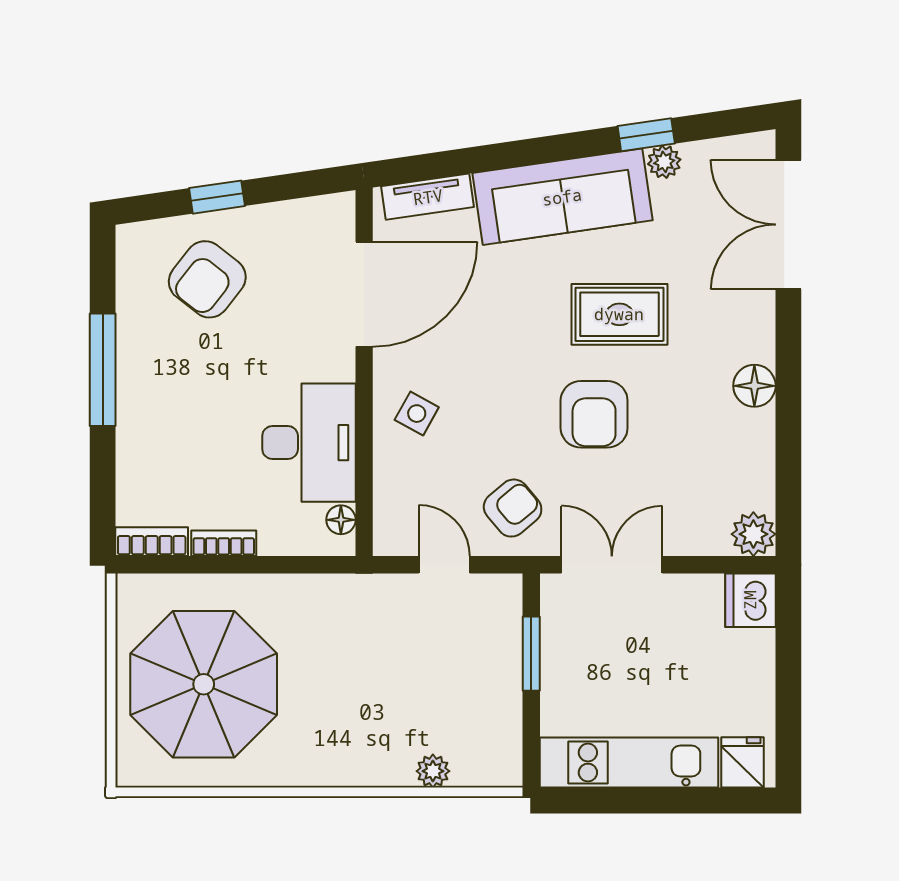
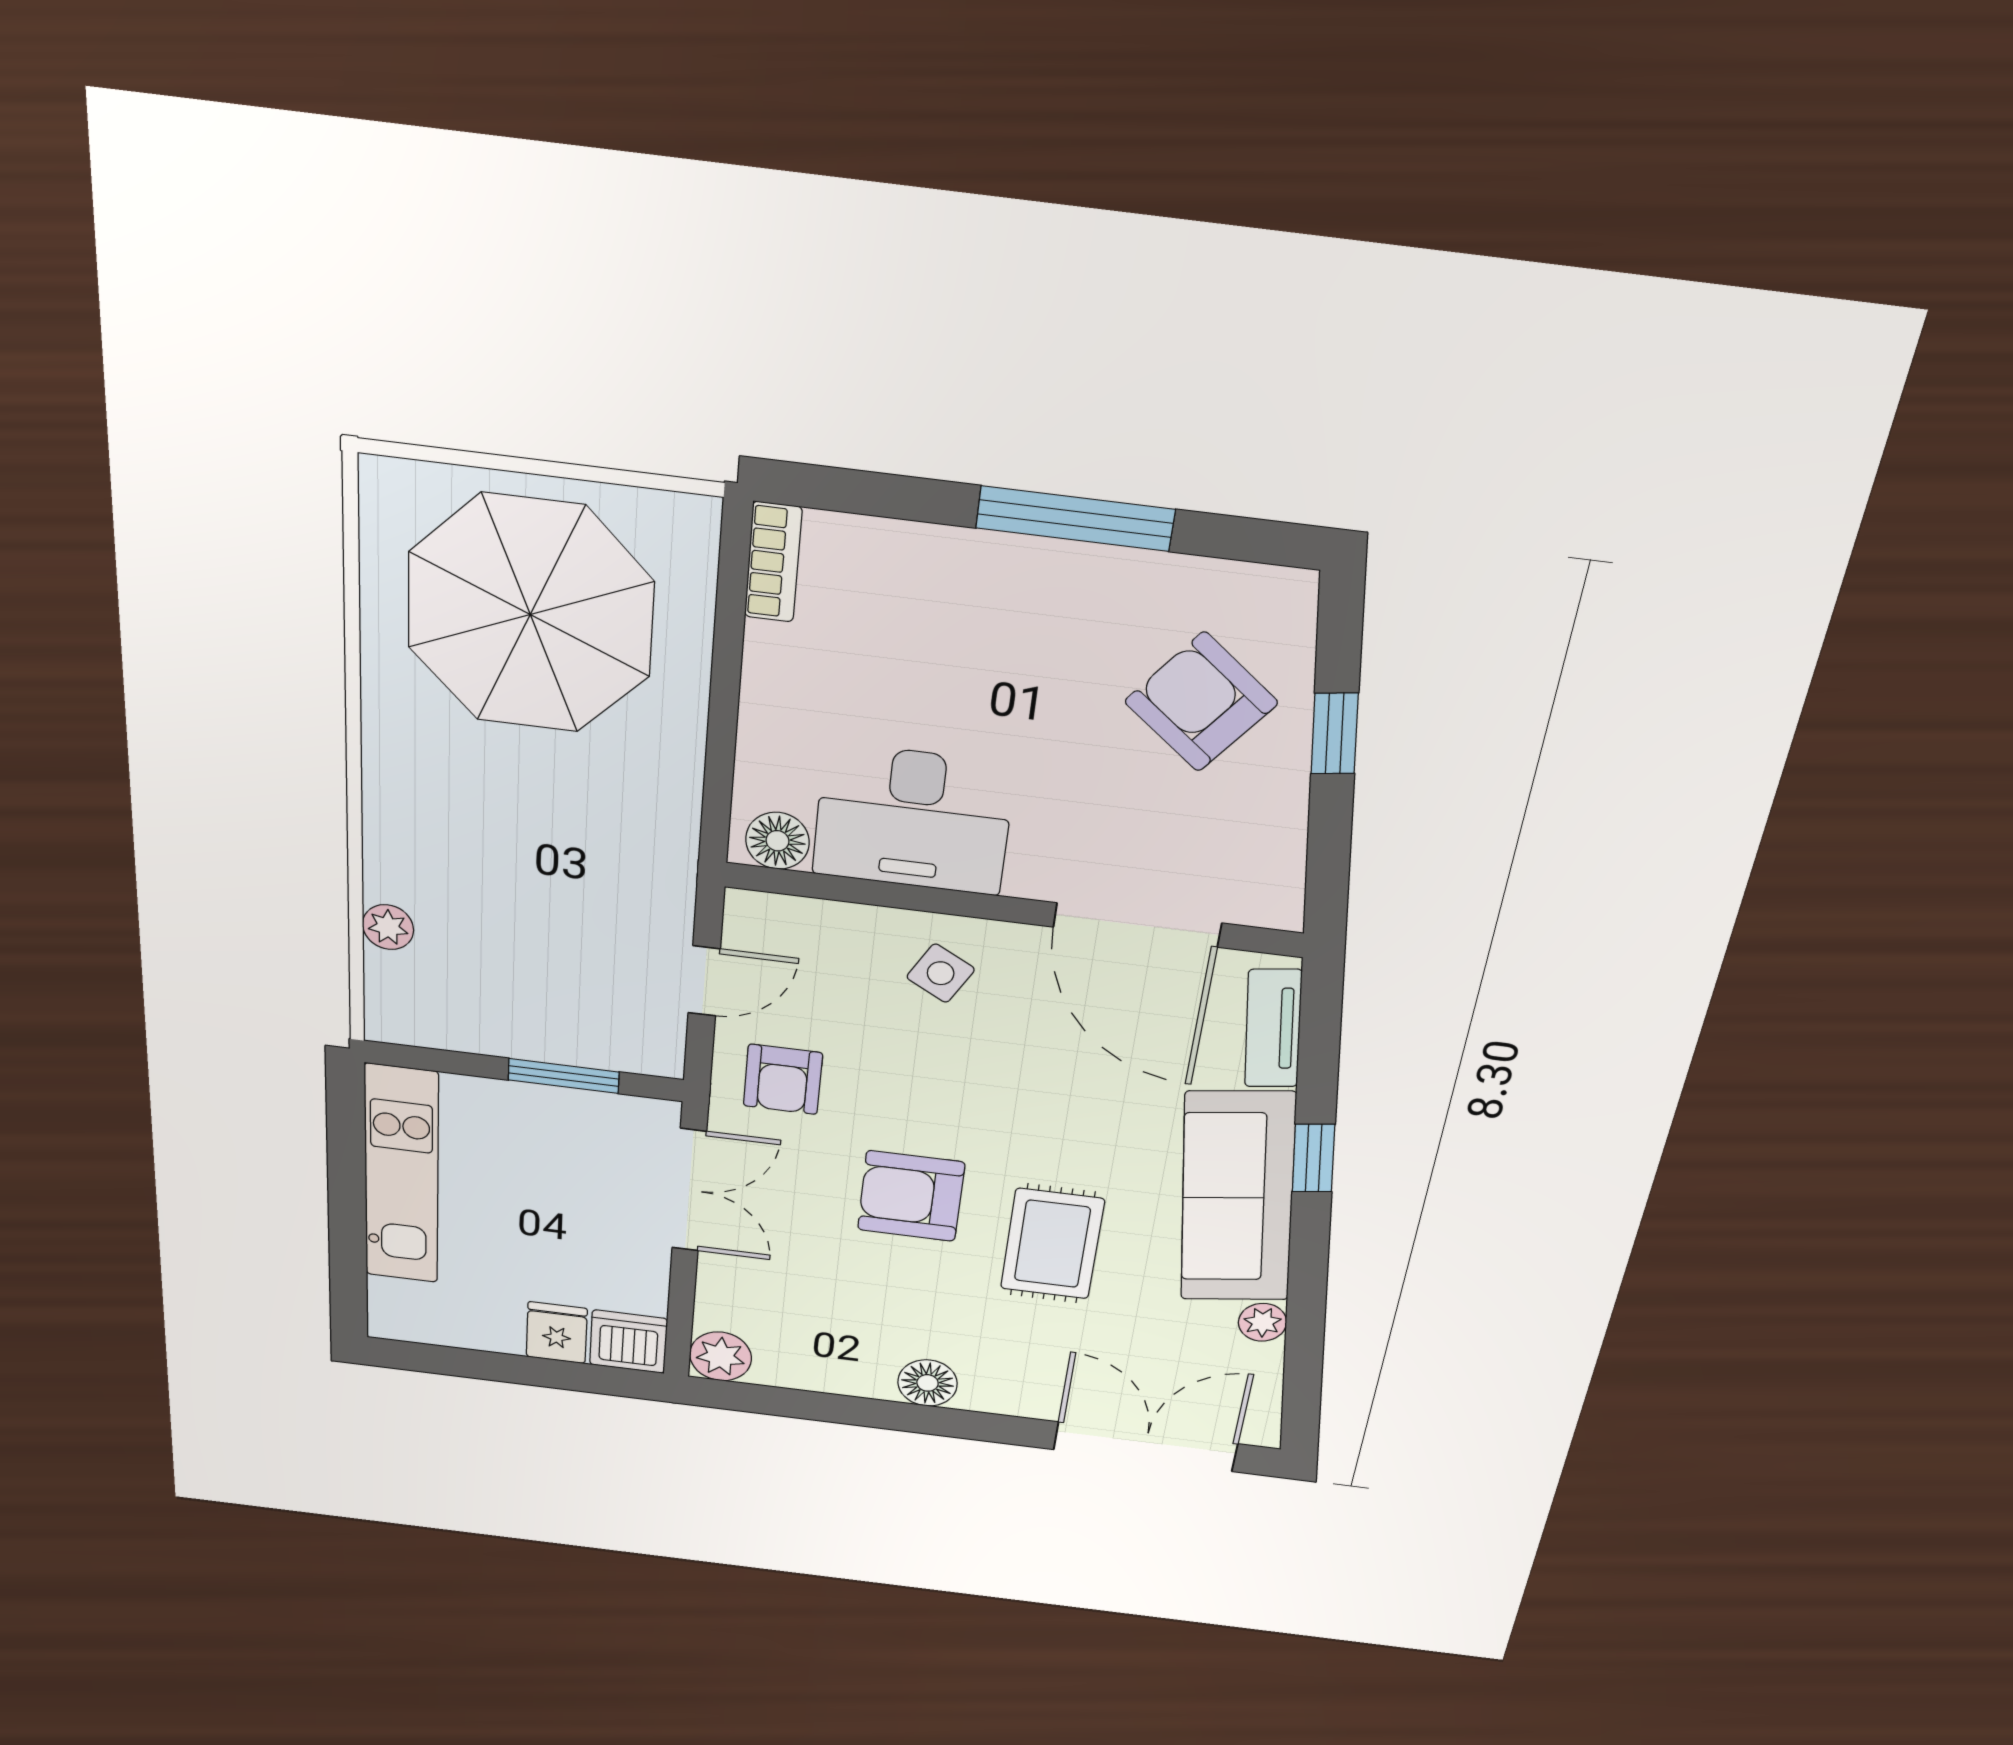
window: (646, 135) -> (1314, 1158), moved
armchair: (513, 508) -> (783, 1079), turned 40
floor lamp: (341, 520) -> (777, 841), width x1.37, depth x1.37
bookcase: (224, 543) -> (762, 674), removed
fridge: (743, 762) -> (557, 1333), moved, turned -90

